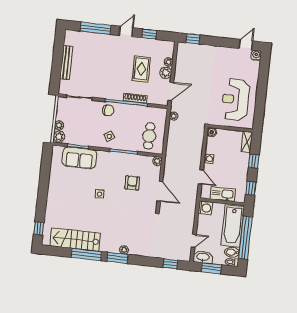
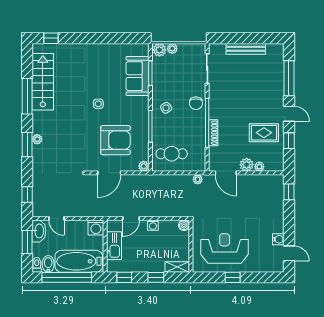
water cooler: (256, 55) -> (278, 239), moved
rug: (141, 69) -> (264, 133), moved
window: (261, 95) -> (233, 277), added
armchair: (132, 183) -> (115, 140), width x1.88, depth x1.88
window: (117, 258) -> (27, 145), moved

